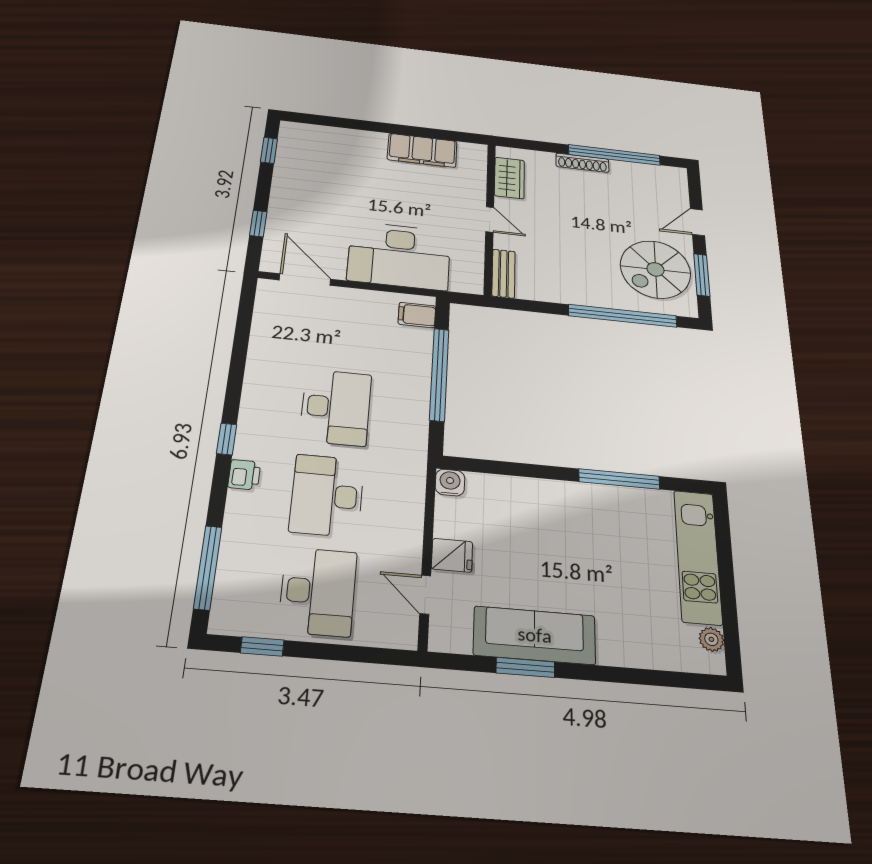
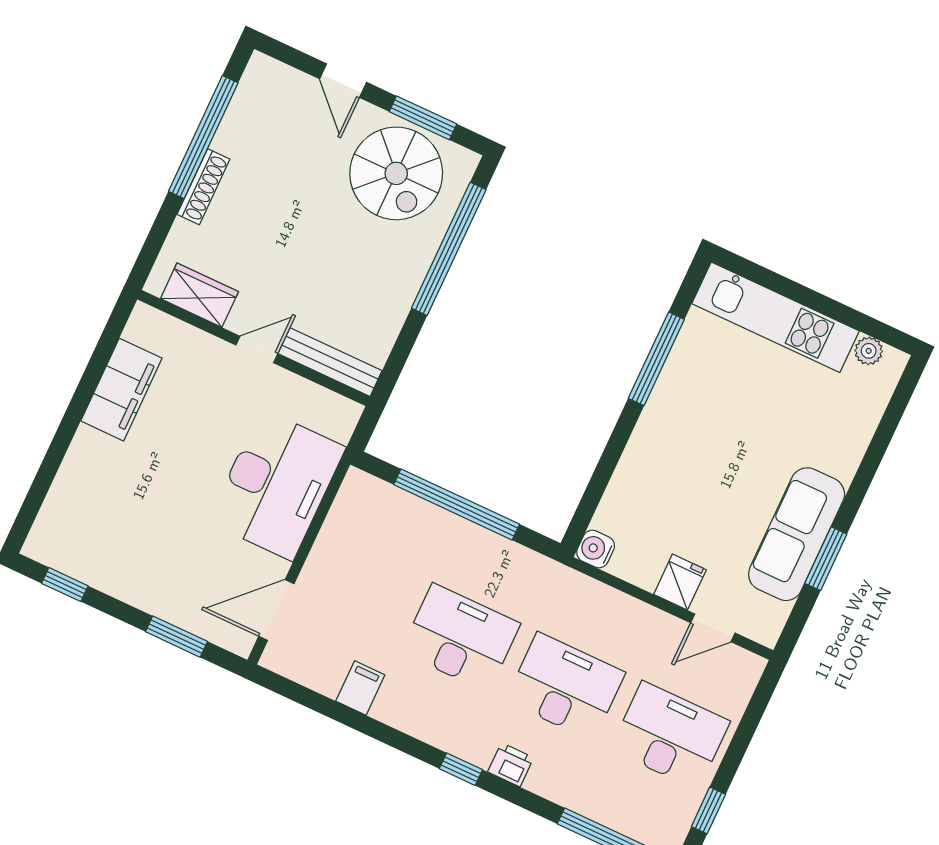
window: (258, 223) -> (176, 637), width x1.50
bench: (504, 273) -> (330, 362), width x1.36
filing cabinet: (417, 315) -> (360, 688), moved, turned 180
desk: (327, 495) -> (565, 687), turned 180

